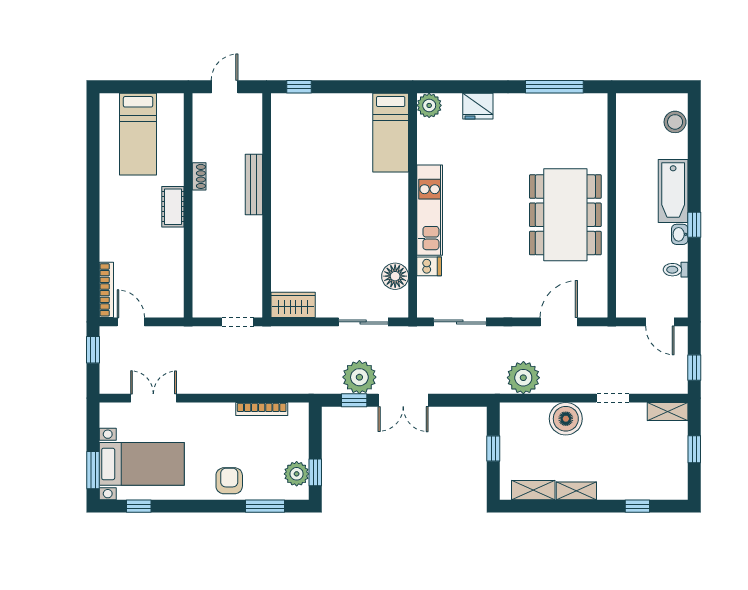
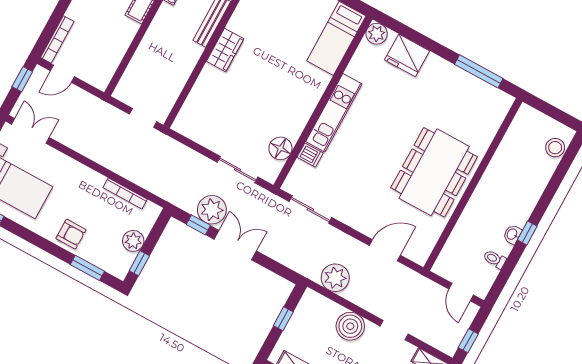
fridge: (478, 106) -> (407, 55), width x1.36, depth x1.34
bathtub: (673, 191) -> (525, 199), removed
wardrobe: (293, 305) -> (225, 50), moved, turned 90
door: (131, 322) -> (62, 74), swing flipped
double door: (153, 398) -> (30, 131), moved
double door: (403, 400) -> (235, 245), swing flipped
plant: (297, 474) -> (133, 241), moved
armchair: (229, 481) -> (71, 234), turned 90

